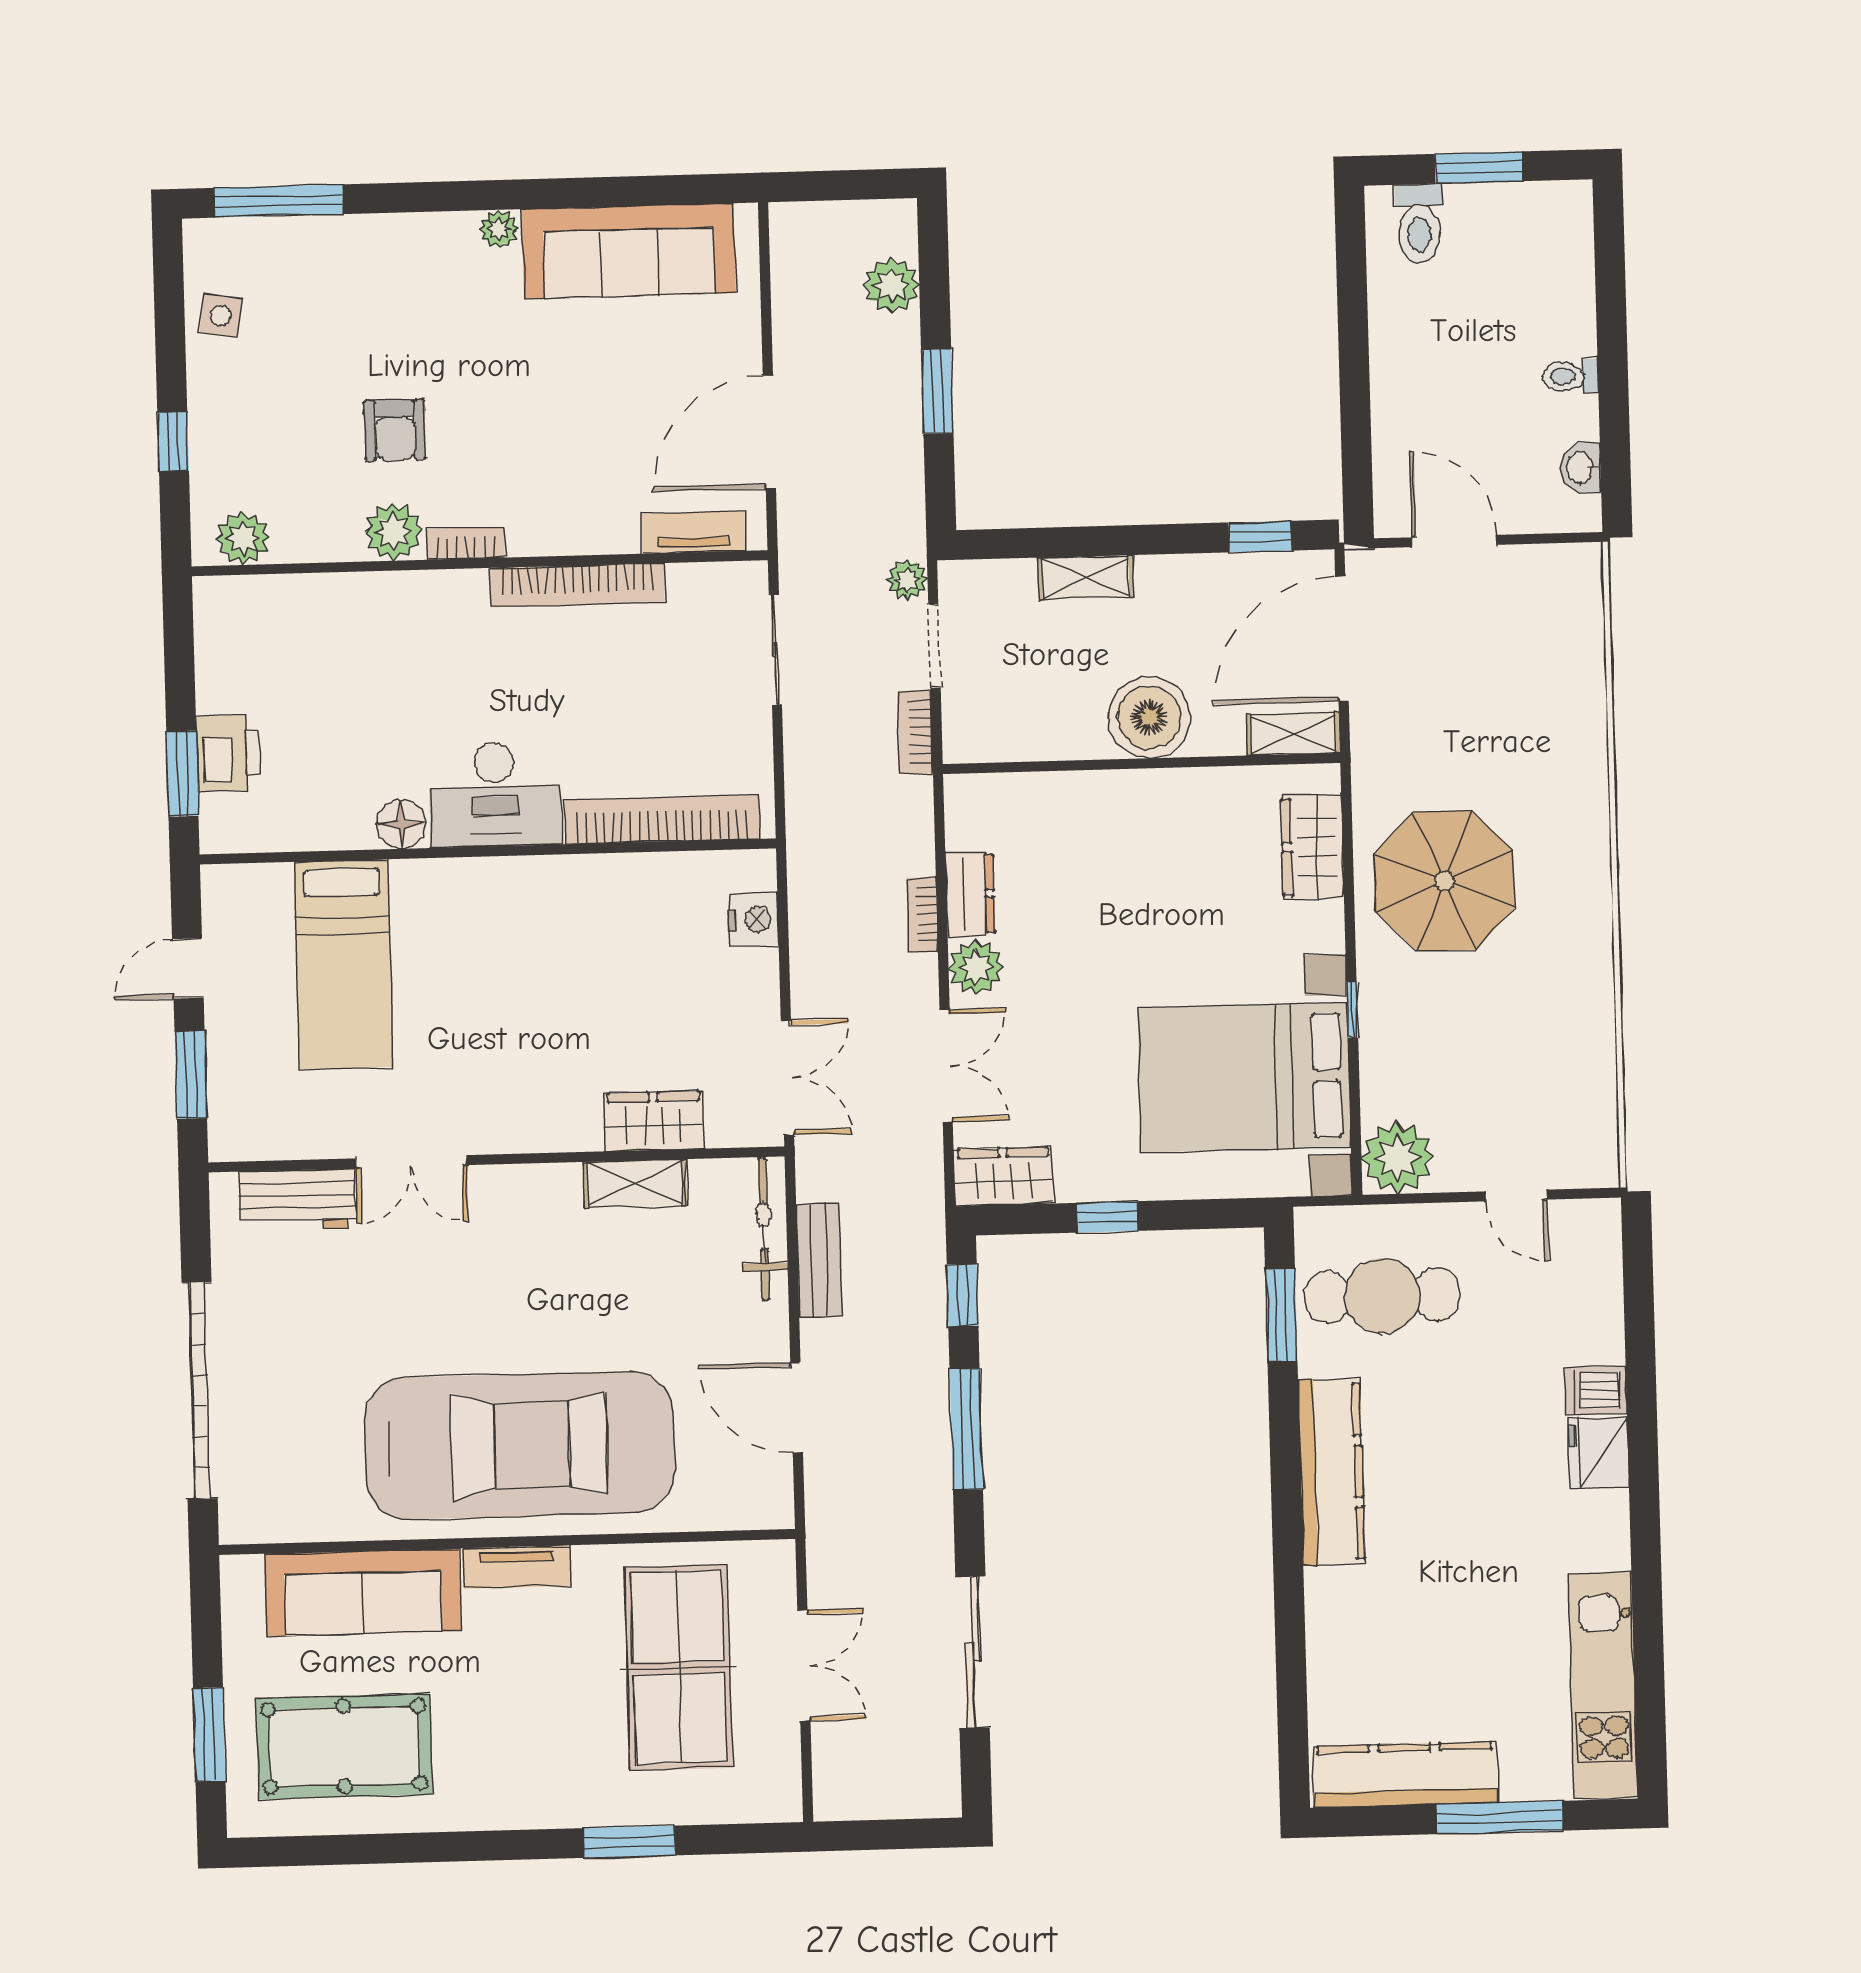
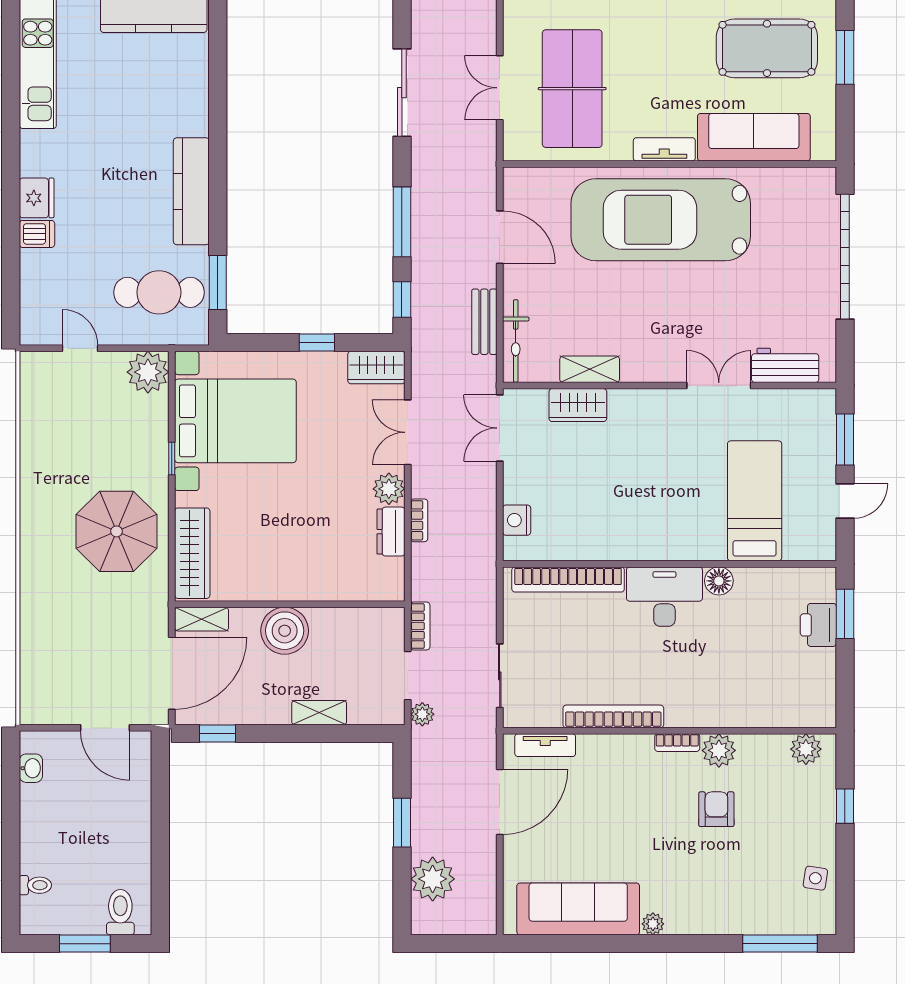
plant: (891, 285) -> (433, 879), width x1.36, depth x1.36
toilet: (1570, 376) -> (35, 885), moved
wardrobe: (1312, 847) -> (192, 553), width x1.50

